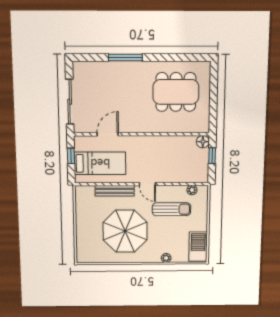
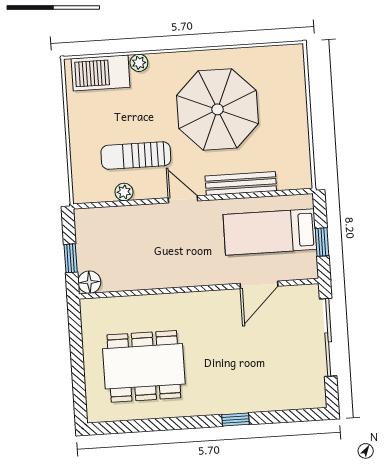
window: (125, 58) -> (235, 419), width x0.46
plant: (192, 190) -> (124, 192), moved
barbecue: (198, 247) -> (101, 73), moved, turned 90

